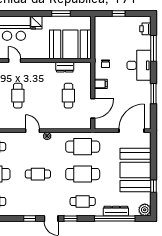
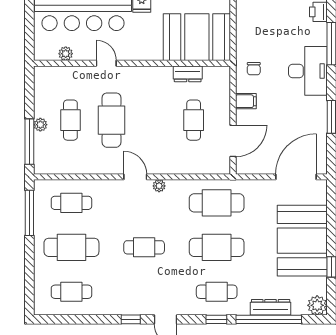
cafe table: (18, 96) -> (112, 120), width x1.37, depth x1.35
window: (71, 219) -> (216, 319), moved

